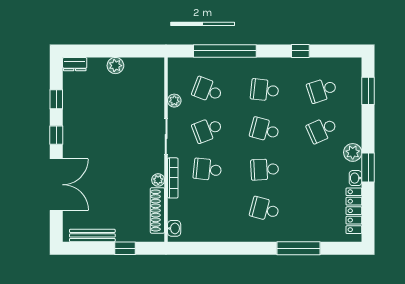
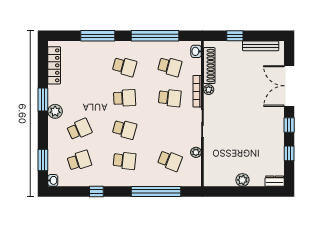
school desk: (207, 130) -> (170, 67), moved, turned 36
washbasin: (355, 178) -> (53, 180), moved
window: (226, 248) -> (155, 36), added

